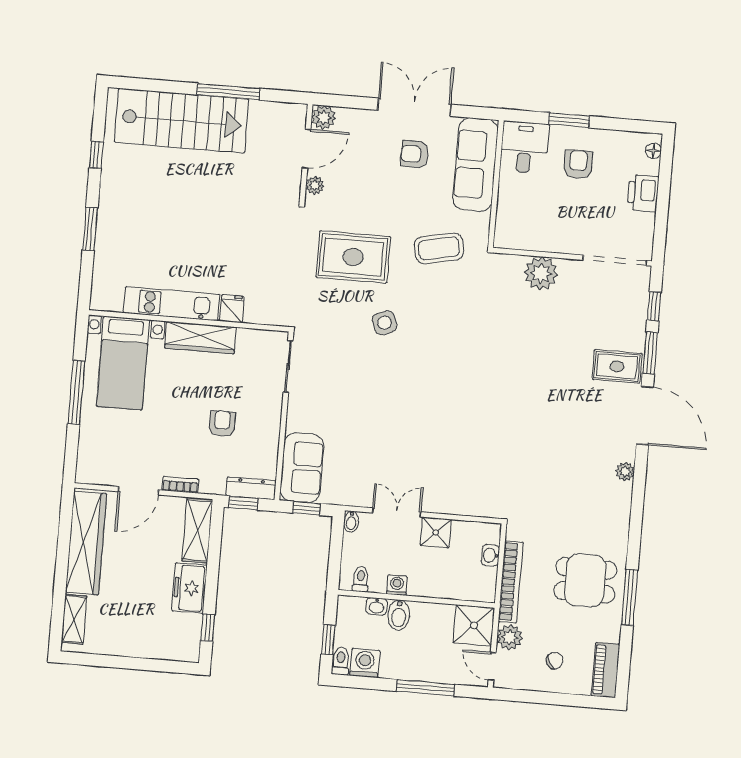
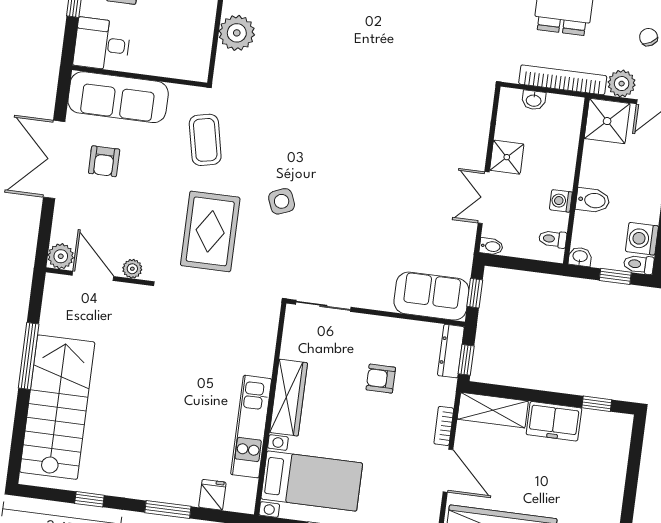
fridge: (232, 309) -> (212, 495), moved, turned 90
washbasin: (377, 606) -> (580, 257), moved, turned -90

